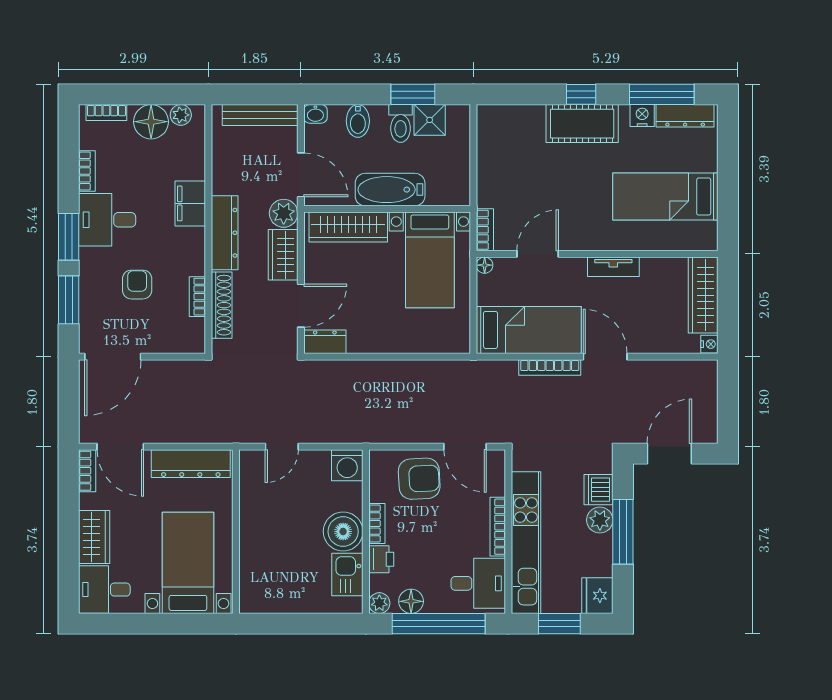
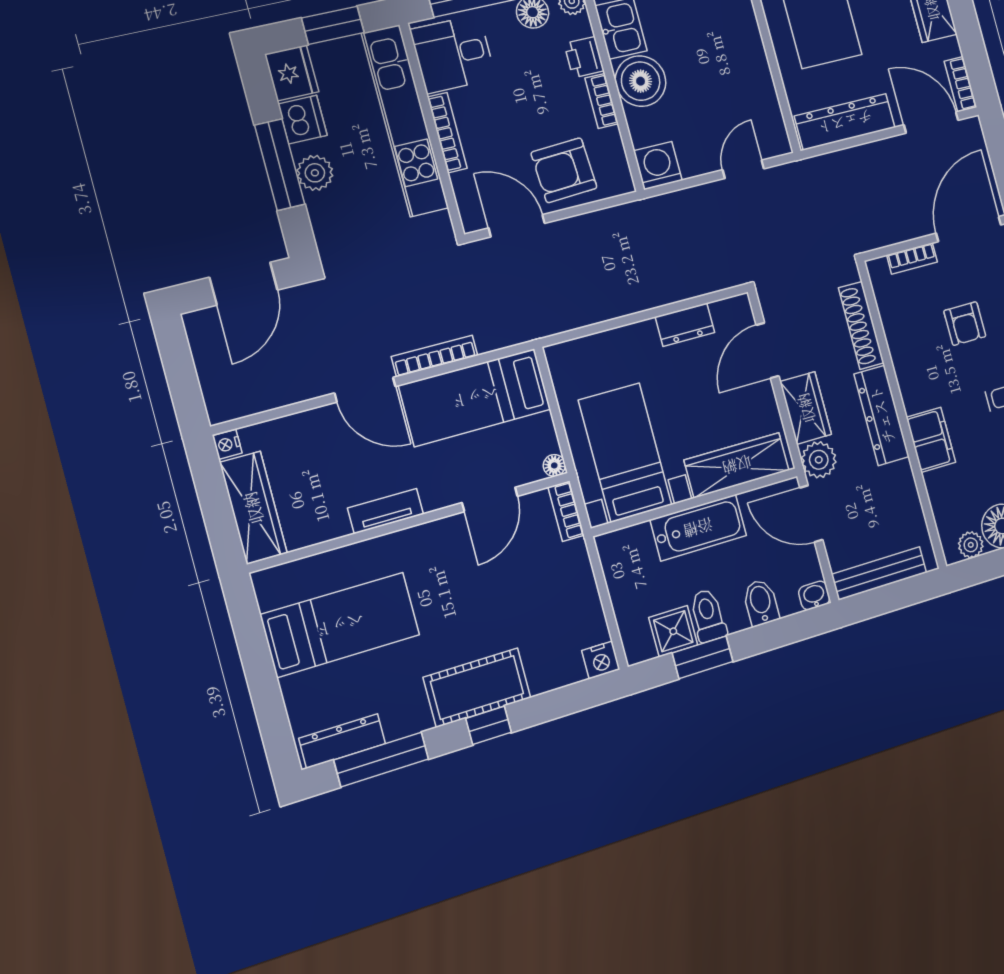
nightstand: (642, 116) -> (601, 660), moved
bookcase: (197, 297) -> (912, 258), moved, turned 90
dresser: (325, 342) -> (685, 325), moved
dishwasher: (599, 490) -> (303, 120), moved

